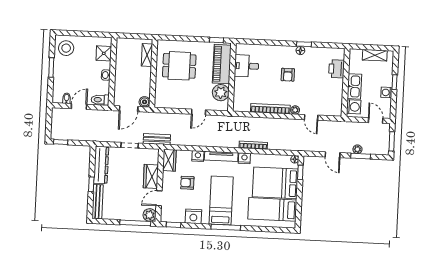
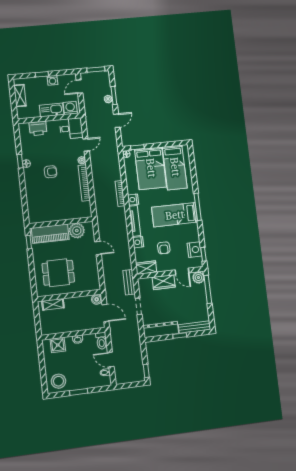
dining table: (179, 66) -> (58, 273), turned 90
desk: (247, 66) -> (71, 128), moved, turned -90
nightstand: (193, 216) -> (194, 250), moved

